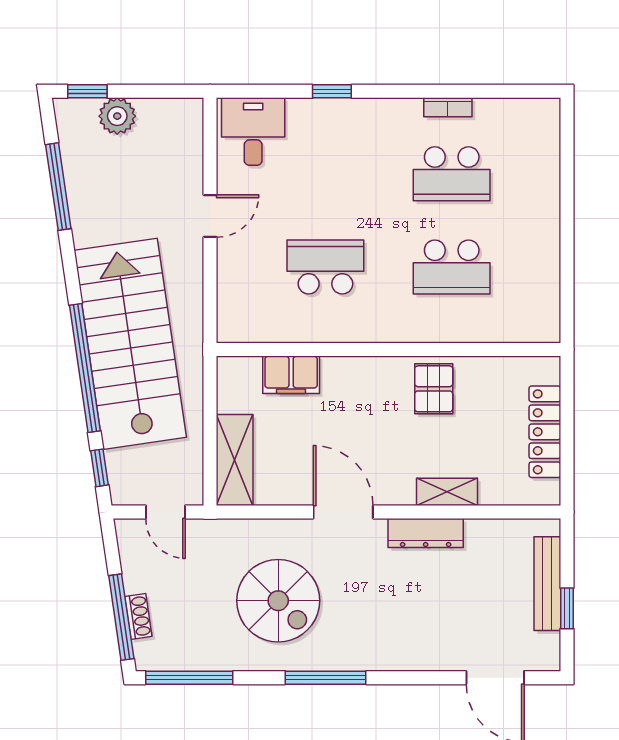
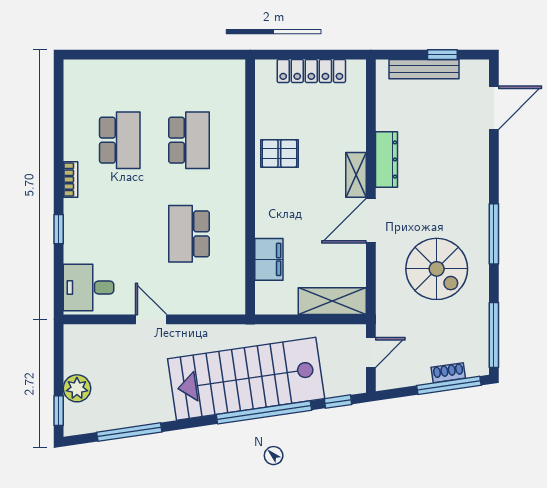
bookcase: (448, 107) -> (71, 180), moved
shelving: (447, 492) -> (356, 175), moved
spiral stairs: (278, 601) -> (437, 269), turned 90

